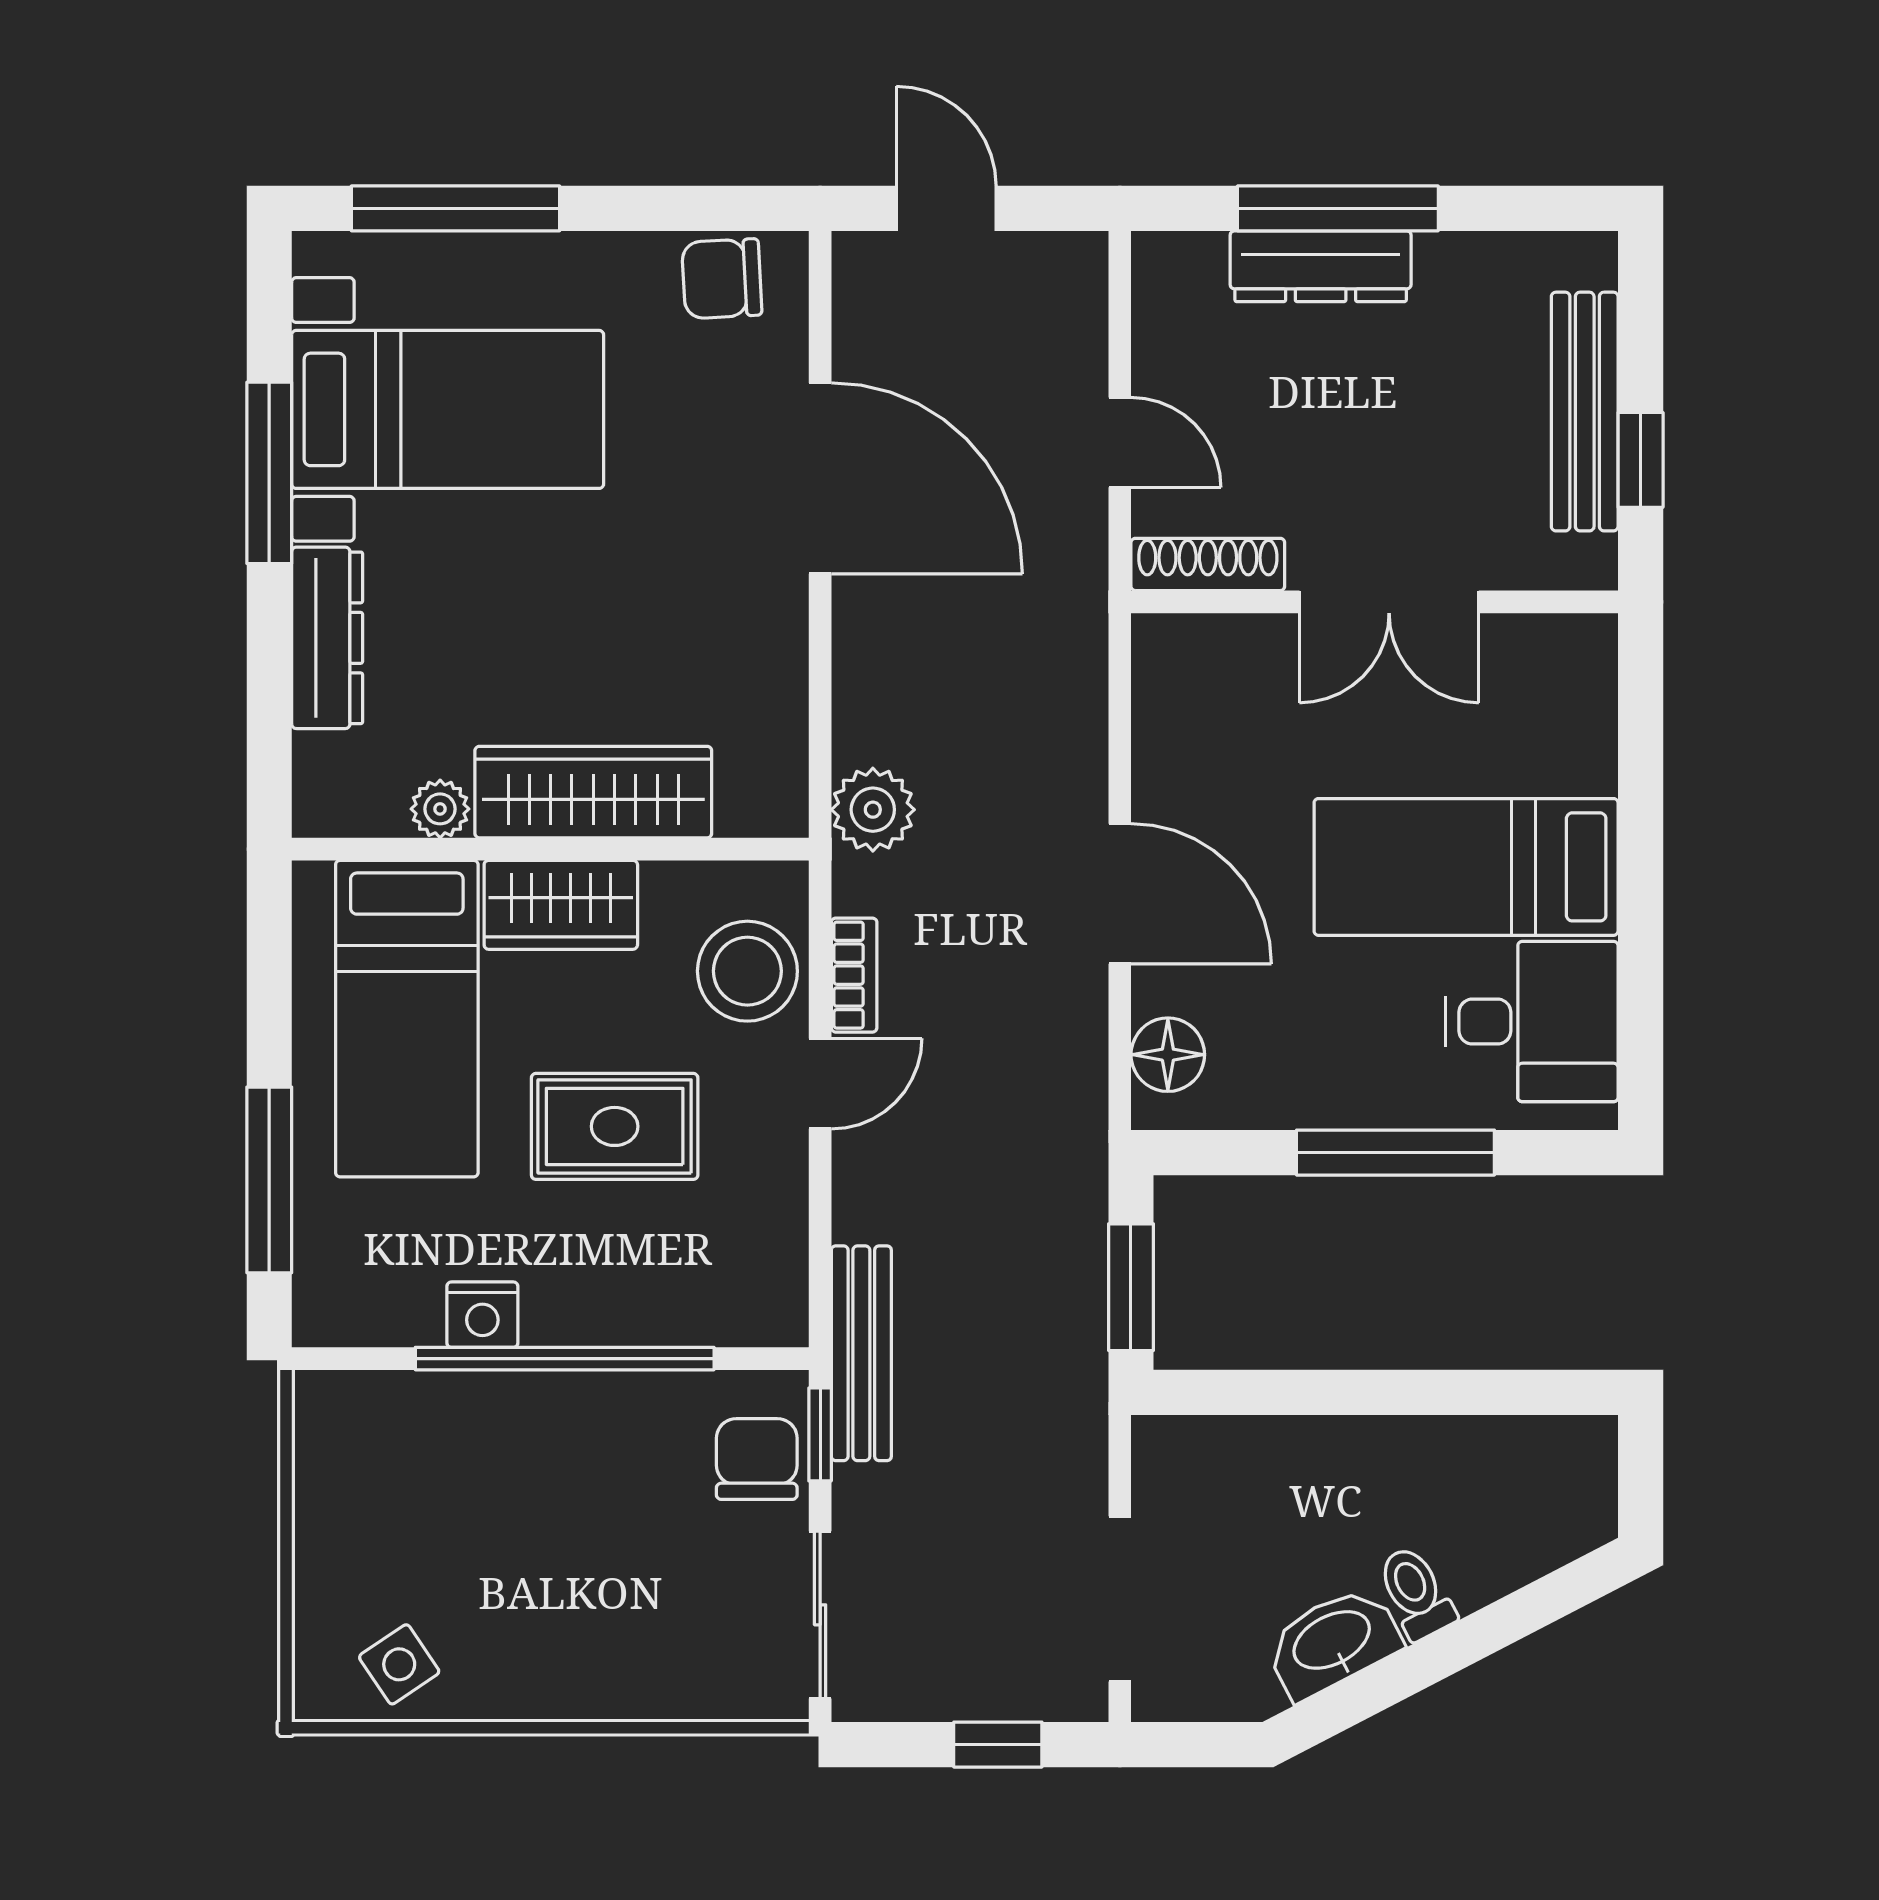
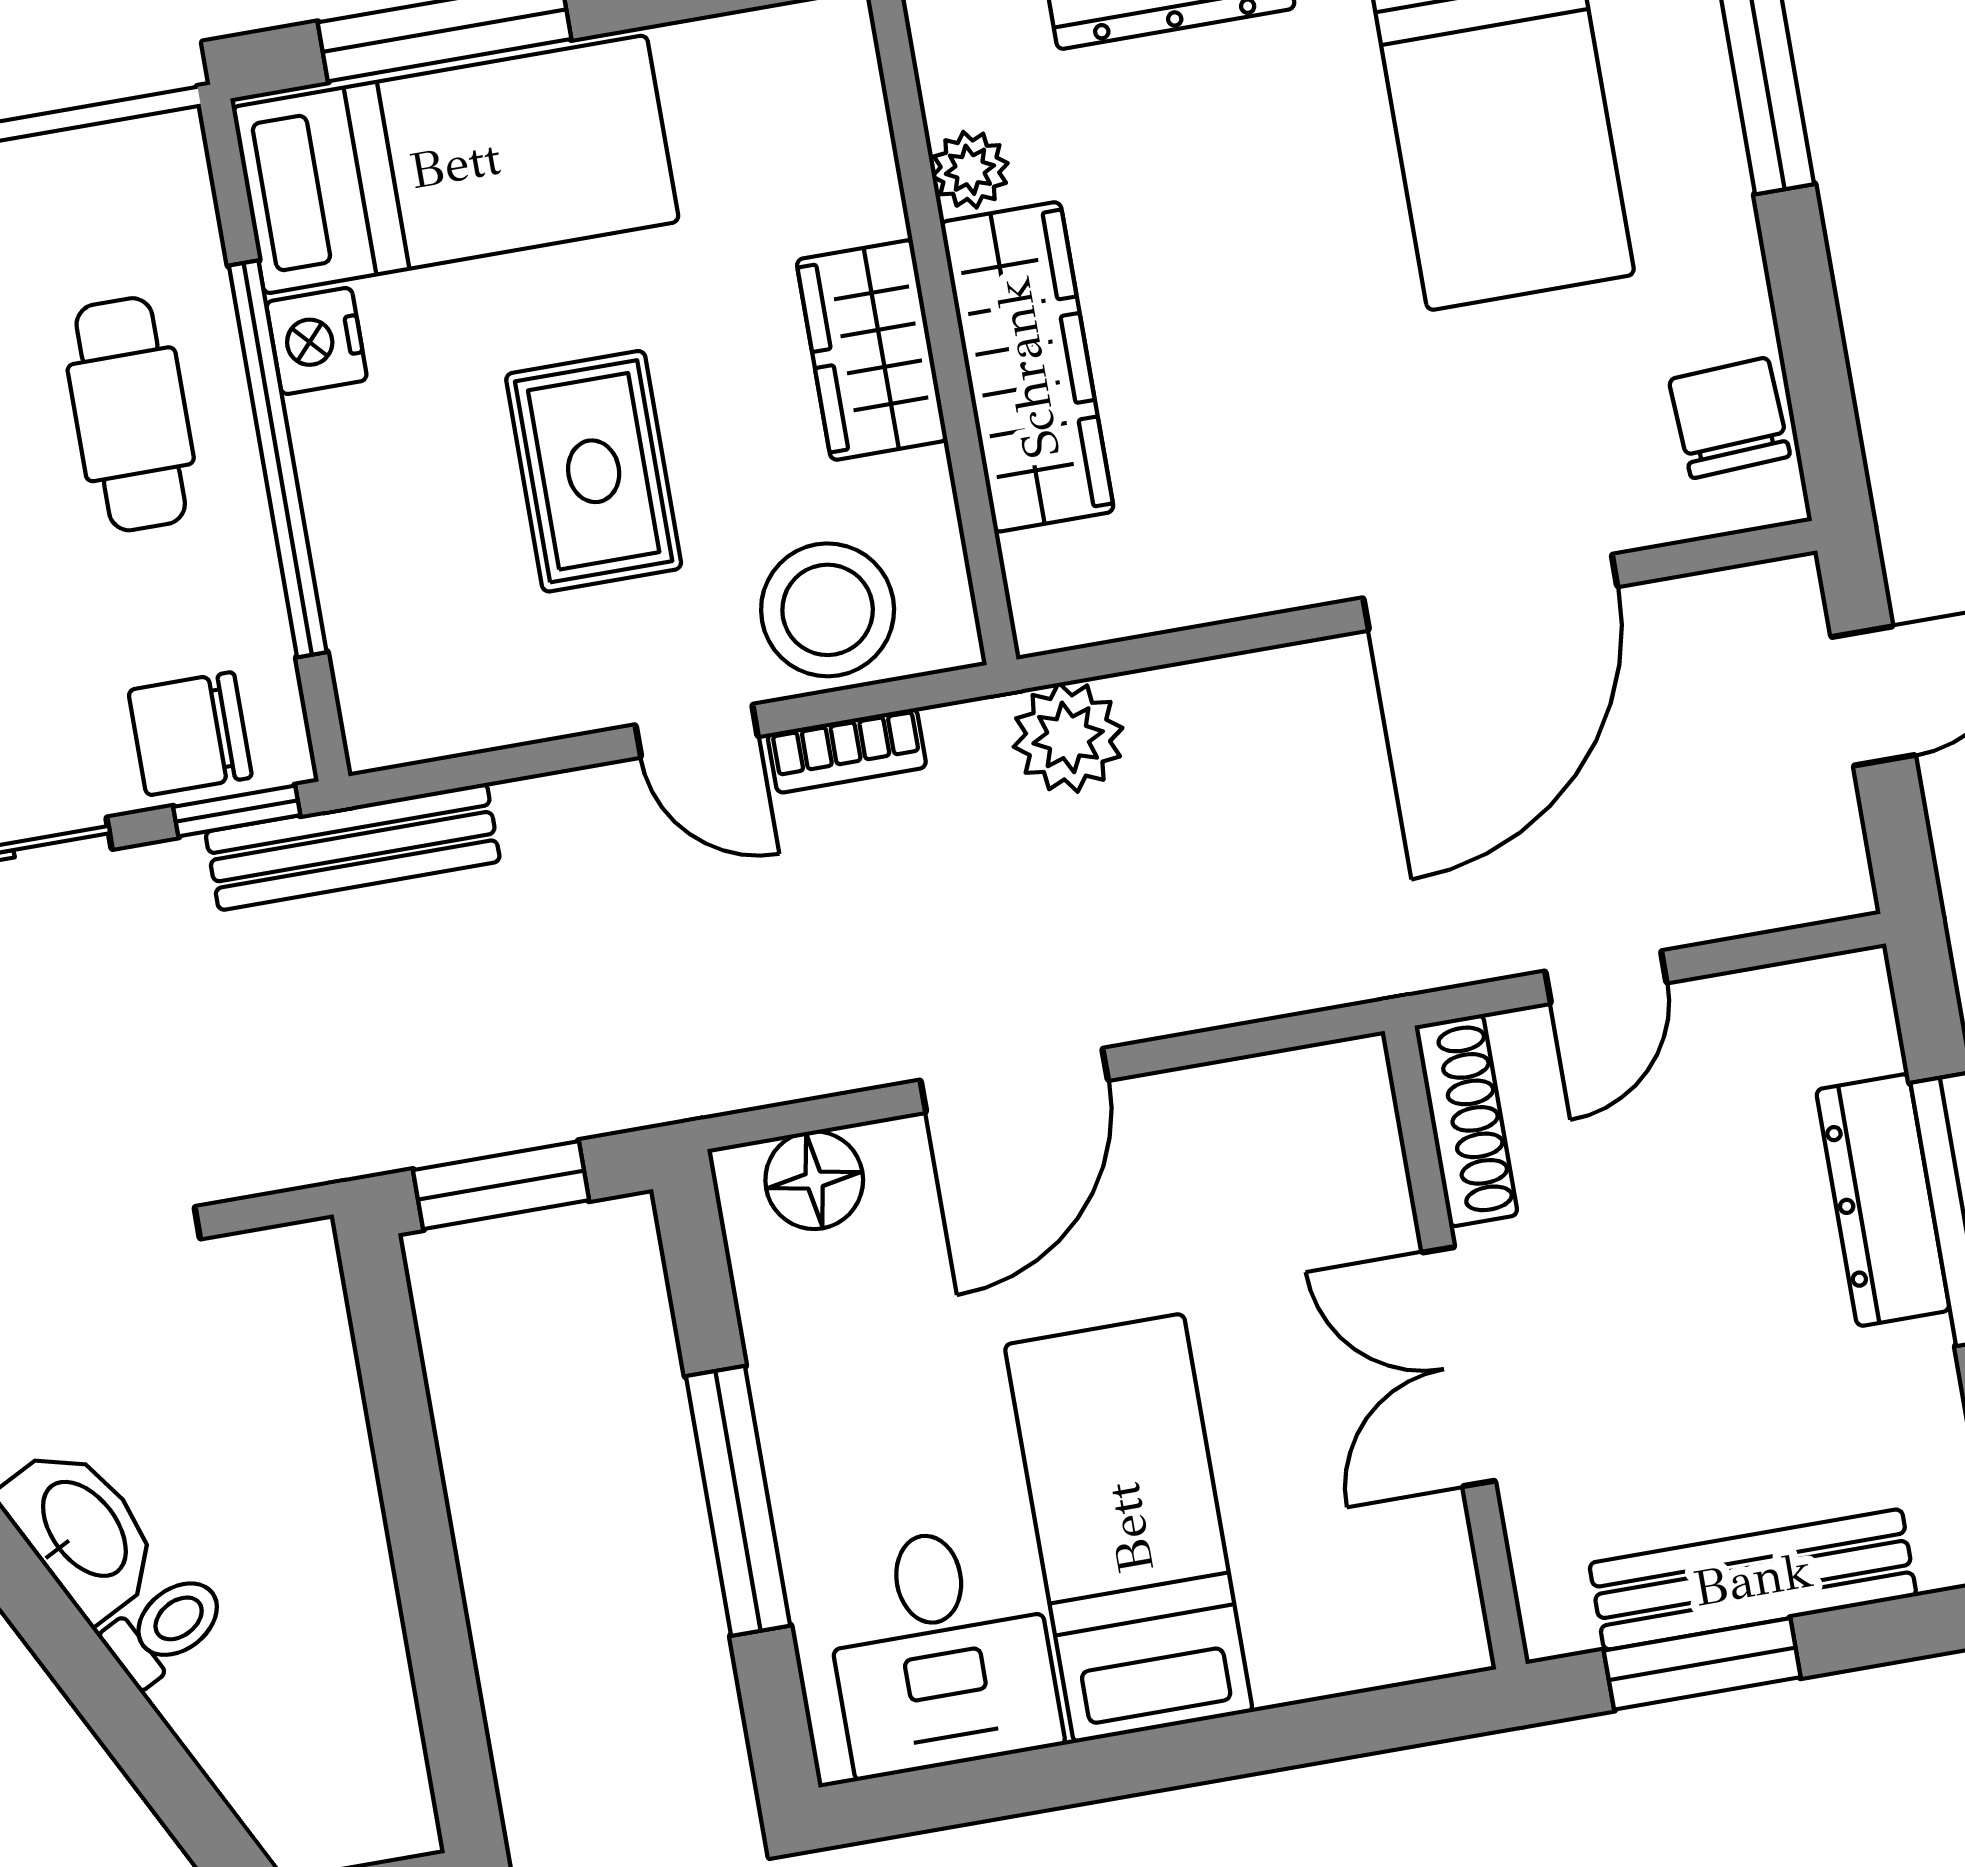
window: (1641, 460) -> (1702, 1664), width x1.50
bed: (407, 1019) -> (455, 164), moved, turned 180
chair: (757, 1459) -> (190, 734), turned 180
cafe table: (513, 1462) -> (131, 414), added

